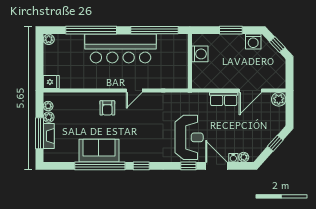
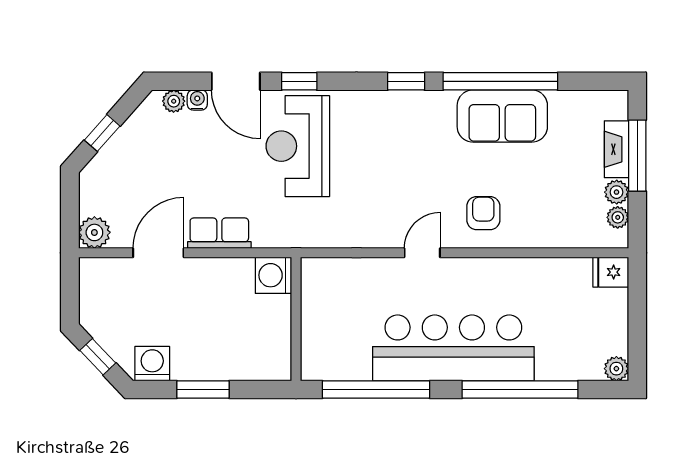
washing machine: (200, 54) -> (273, 275), moved

